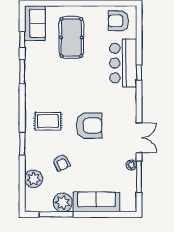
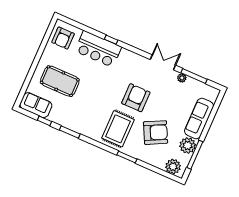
rug: (48, 121) -> (118, 129), width x1.36, depth x1.43
armchair: (61, 162) -> (156, 133), width x1.88, depth x1.88
plant: (34, 179) -> (173, 167), moved

